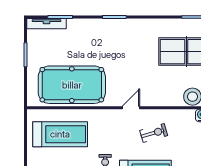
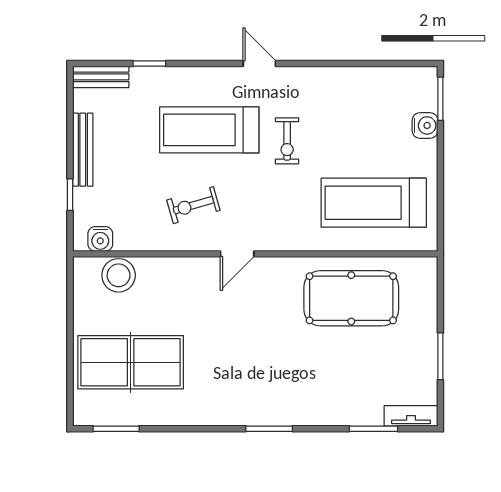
tv unit: (46, 24) -> (411, 416), width x0.71
pool table: (72, 85) -> (351, 298), width x0.73, depth x0.76

